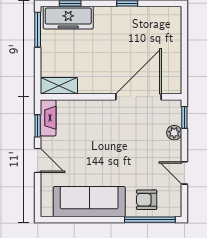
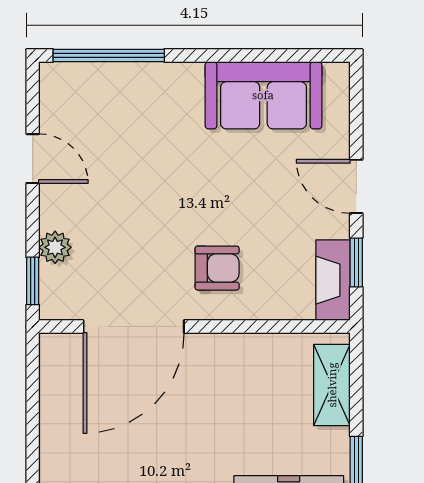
shelving: (59, 86) -> (332, 385), moved, turned 90
armchair: (147, 200) -> (217, 268), moved
sofa: (89, 202) -> (263, 95), width x0.73

